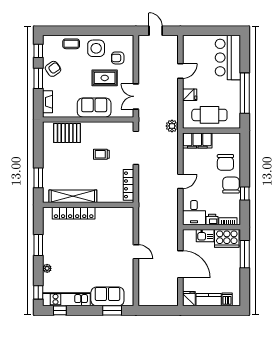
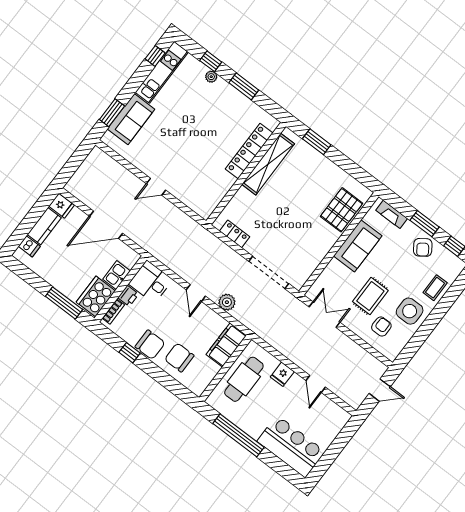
sofa: (94, 108) -> (358, 246), moved
plant: (172, 126) -> (227, 302), moved
trolley: (101, 154) -> (290, 230), removed
locker: (129, 185) -> (235, 234), width x0.66
window: (38, 292) -> (211, 61), moved

